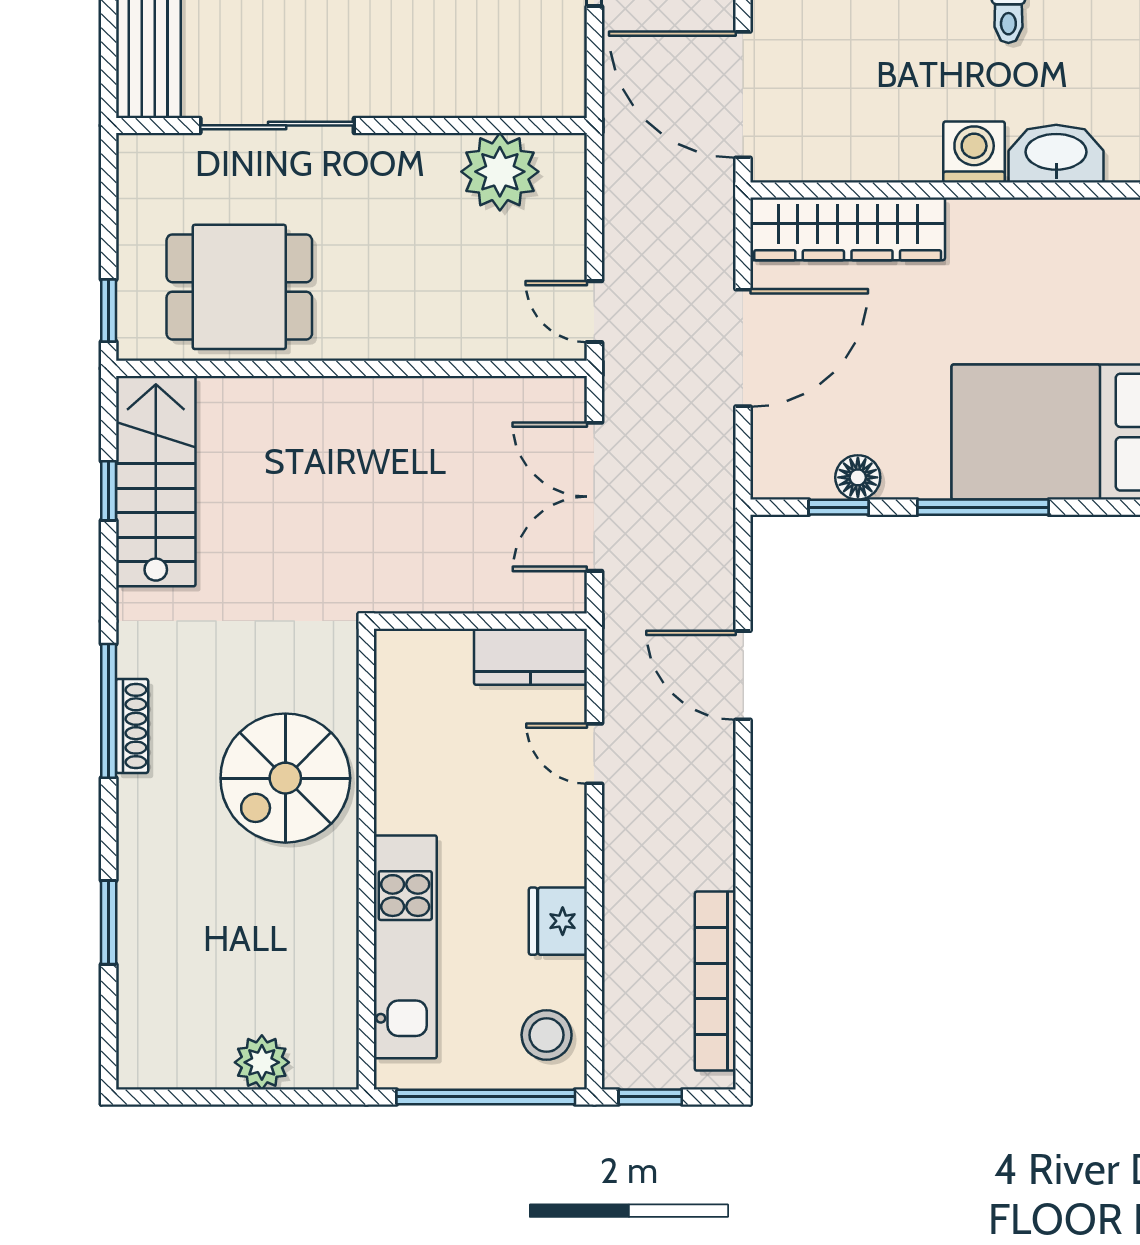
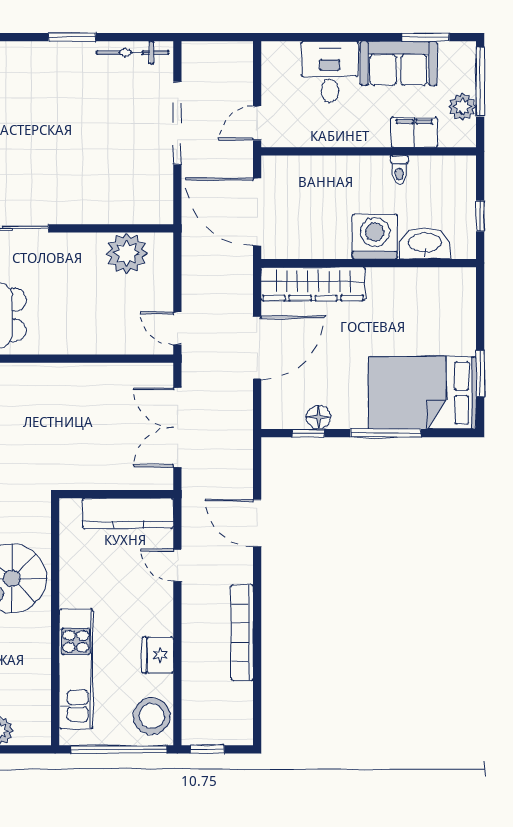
washing machine: (974, 152) -> (375, 237), width x1.37, depth x1.37
kitchen counter: (531, 657) -> (128, 513), width x1.50
bookcase: (715, 981) -> (242, 633), moved
stool: (547, 1035) -> (152, 716), width x1.38, depth x1.38

